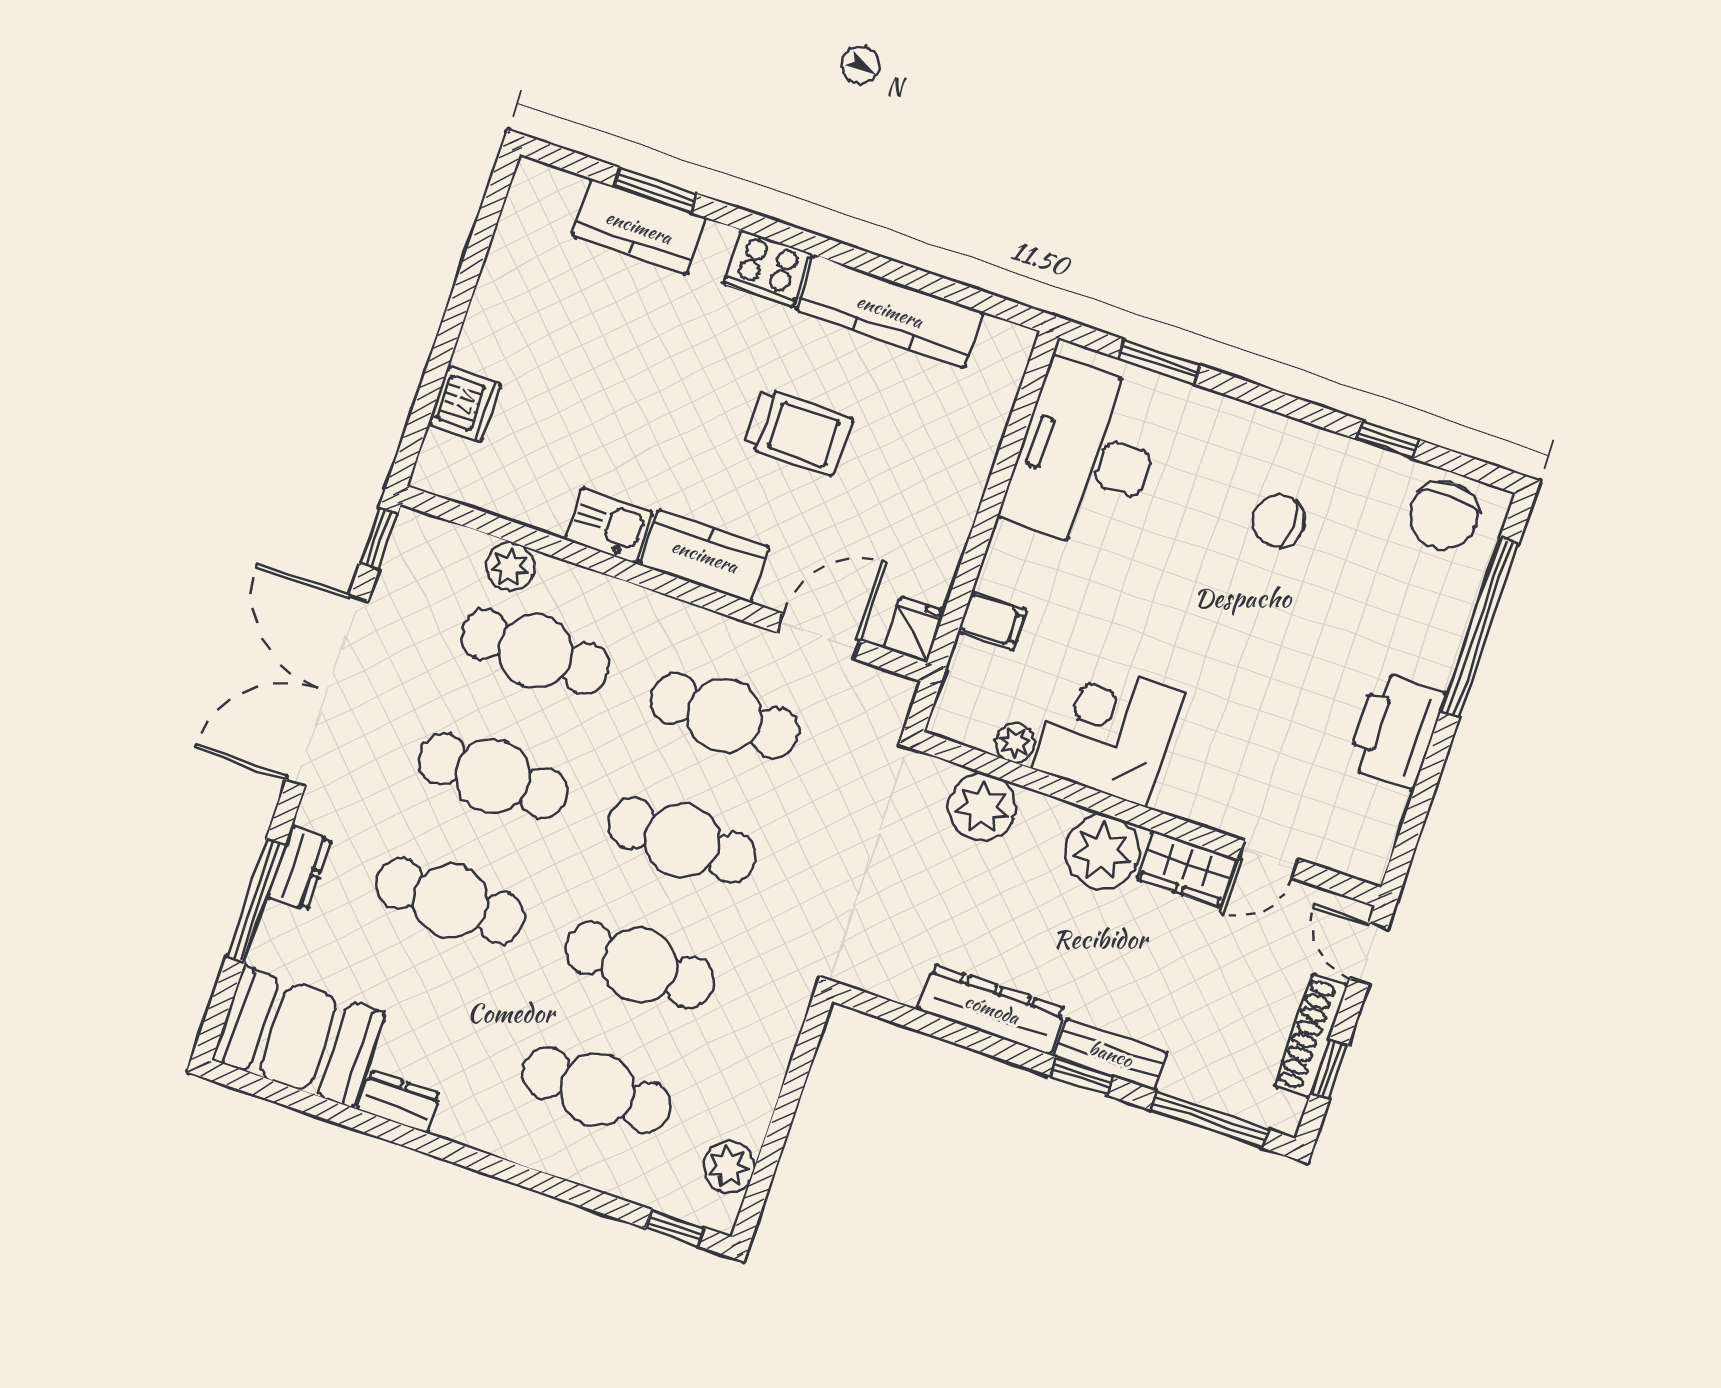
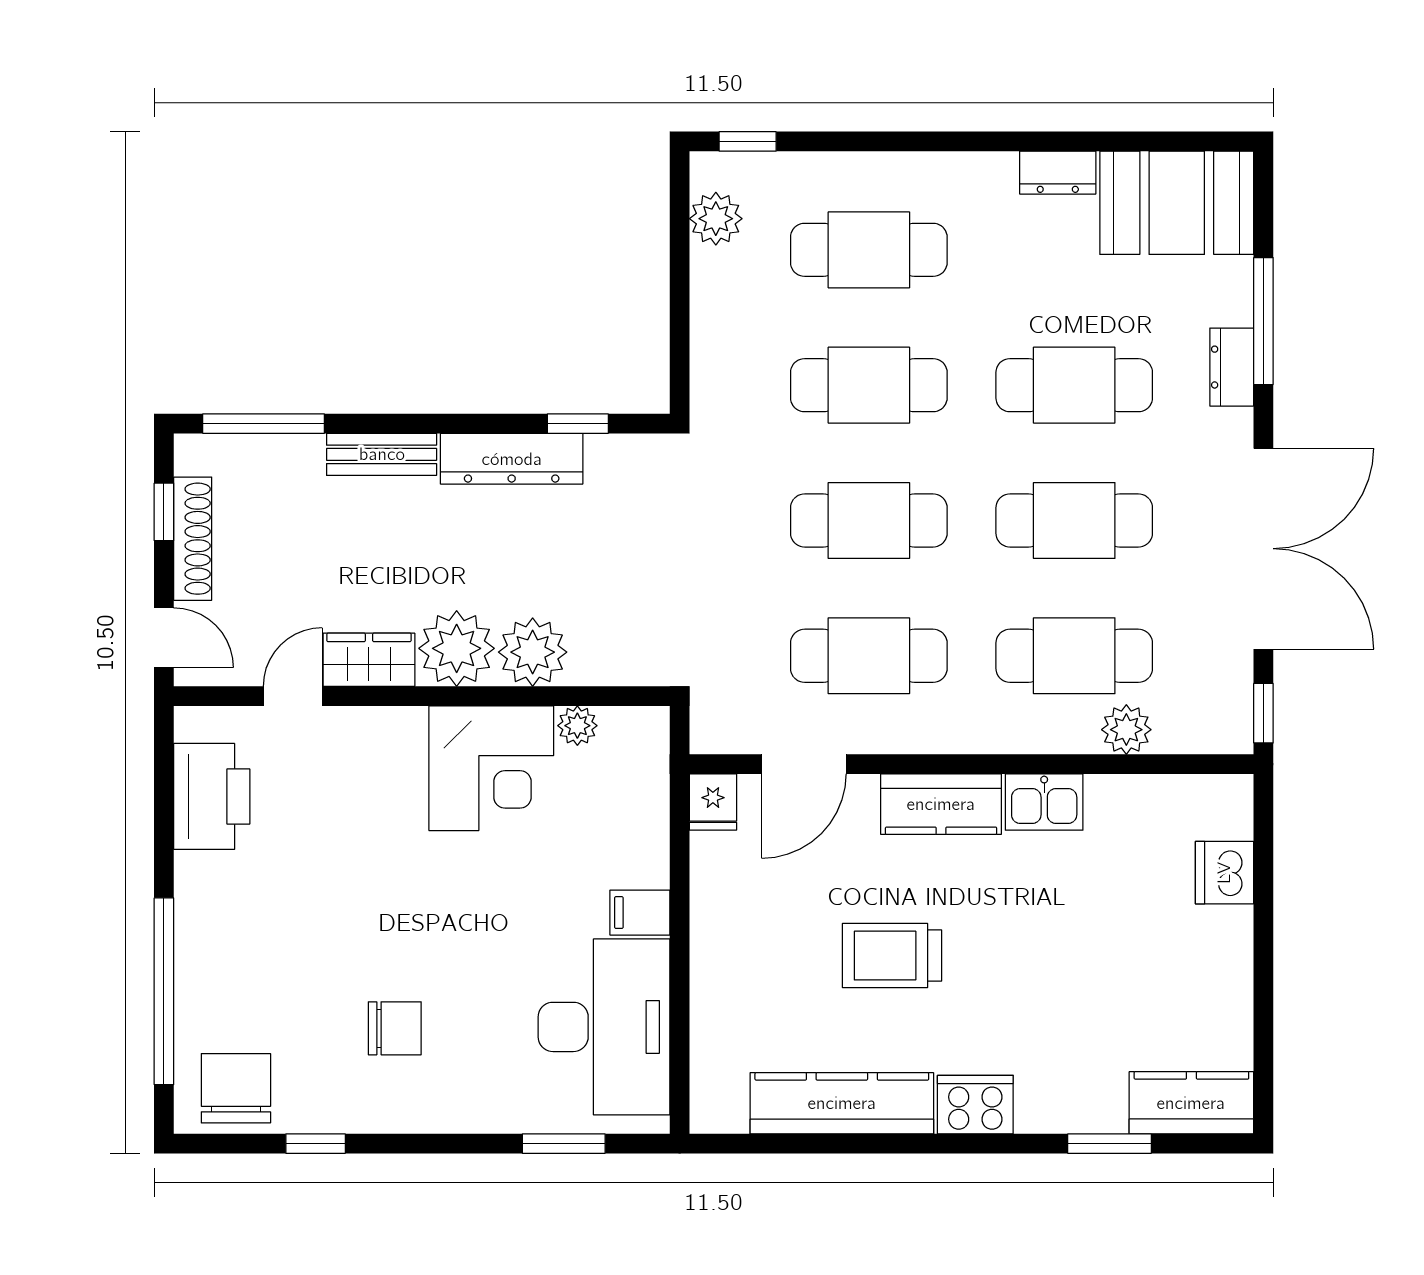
kitchen counter: (639, 227) -> (1191, 1103), moved
filing cabinet: (992, 621) -> (640, 913), moved
printer: (1396, 730) -> (212, 796), moved
plant: (982, 807) -> (533, 652), moved
window: (1081, 1076) -> (578, 424), moved

